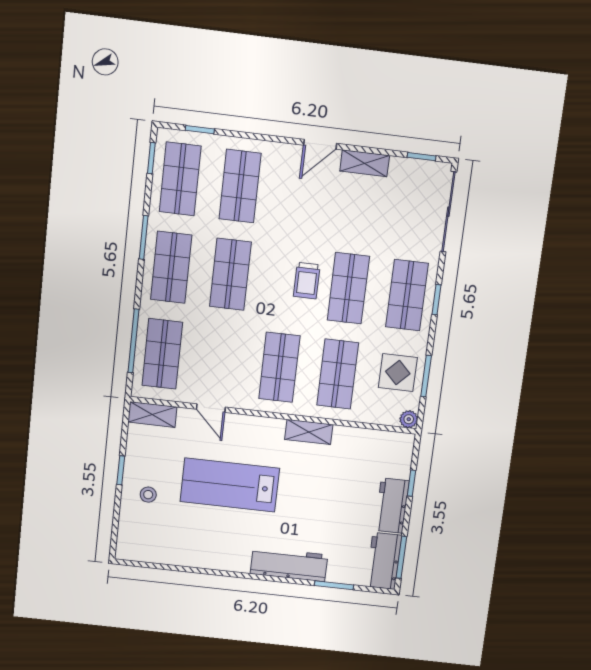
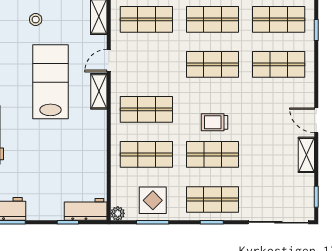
shelving: (309, 432) -> (99, 91), moved
workbench: (392, 506) -> (86, 209), moved

